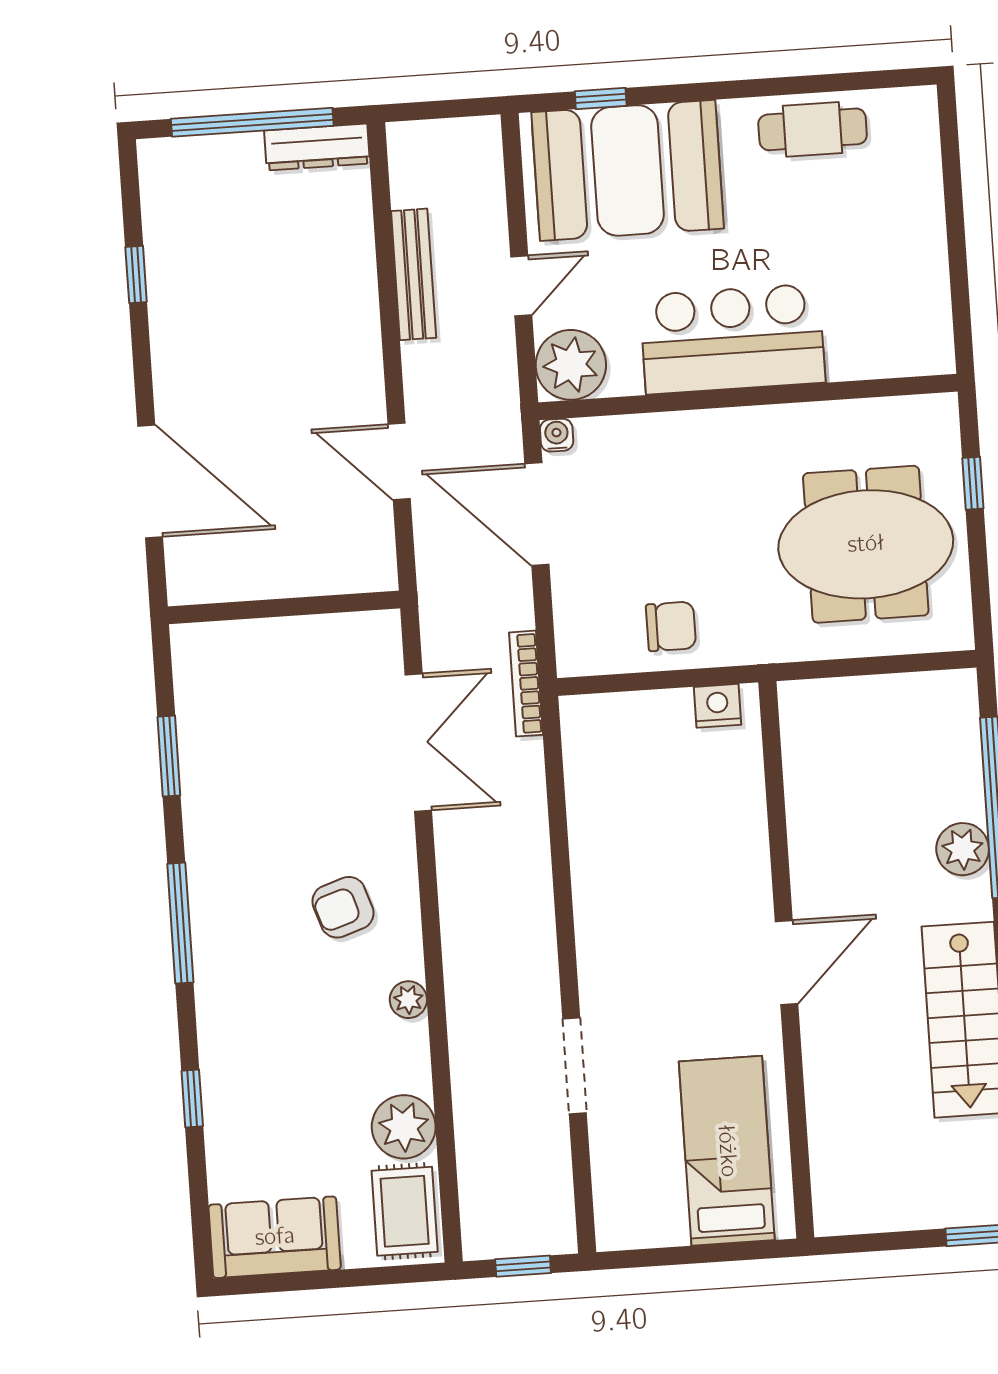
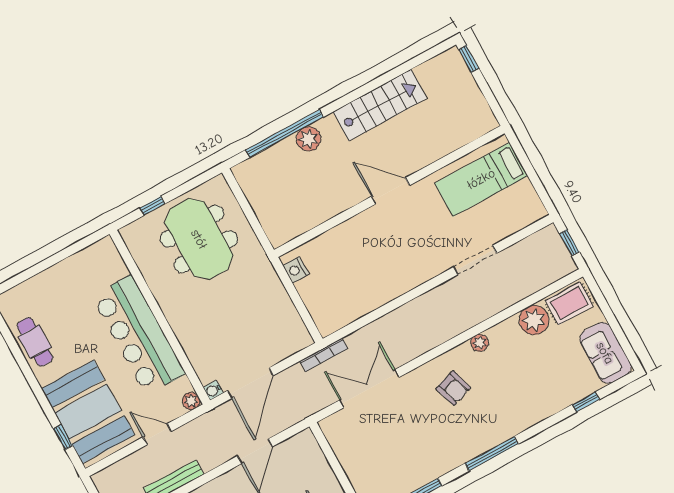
bar counter: (732, 339) -> (139, 335), width x1.36
plant: (571, 365) -> (191, 401), width x0.53, depth x0.53
chair: (671, 626) -> (271, 305), removed
window: (192, 1098) -> (586, 402), moved

